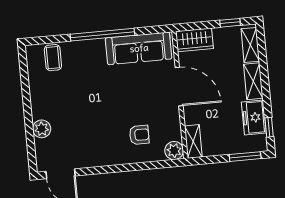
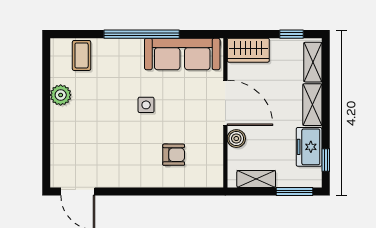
side table: (112, 95) -> (146, 105), added
boiler: (191, 116) -> (236, 139), added
plant: (42, 129) -> (61, 95), moved
shelving: (193, 141) -> (256, 179), moved, turned 90
plant: (174, 151) -> (213, 177), removed

